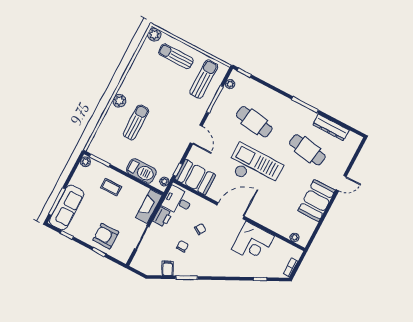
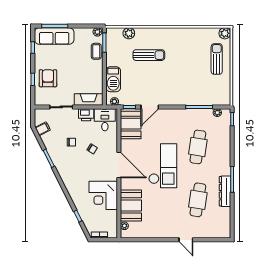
sun lounger: (204, 79) -> (210, 90), removed
plant: (119, 101) -> (129, 33), moved
dresser: (331, 127) -> (225, 191), moved
door: (196, 134) -> (150, 107), moved
coffee table: (111, 187) -> (96, 51), moved
booth: (316, 201) -> (131, 205), moved, turned 90
filing cabinet: (168, 268) -> (43, 129), moved

